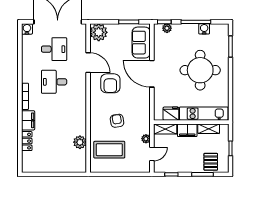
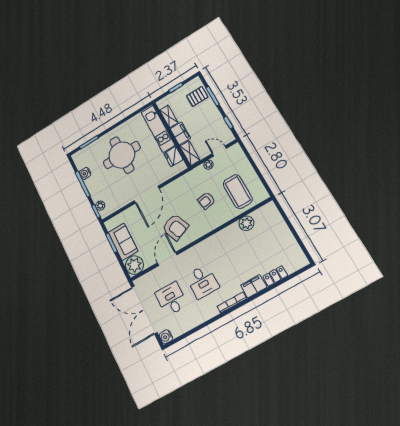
sofa: (141, 43) -> (123, 242), moved, turned -90
armchair: (110, 83) -> (175, 227), turned 67

